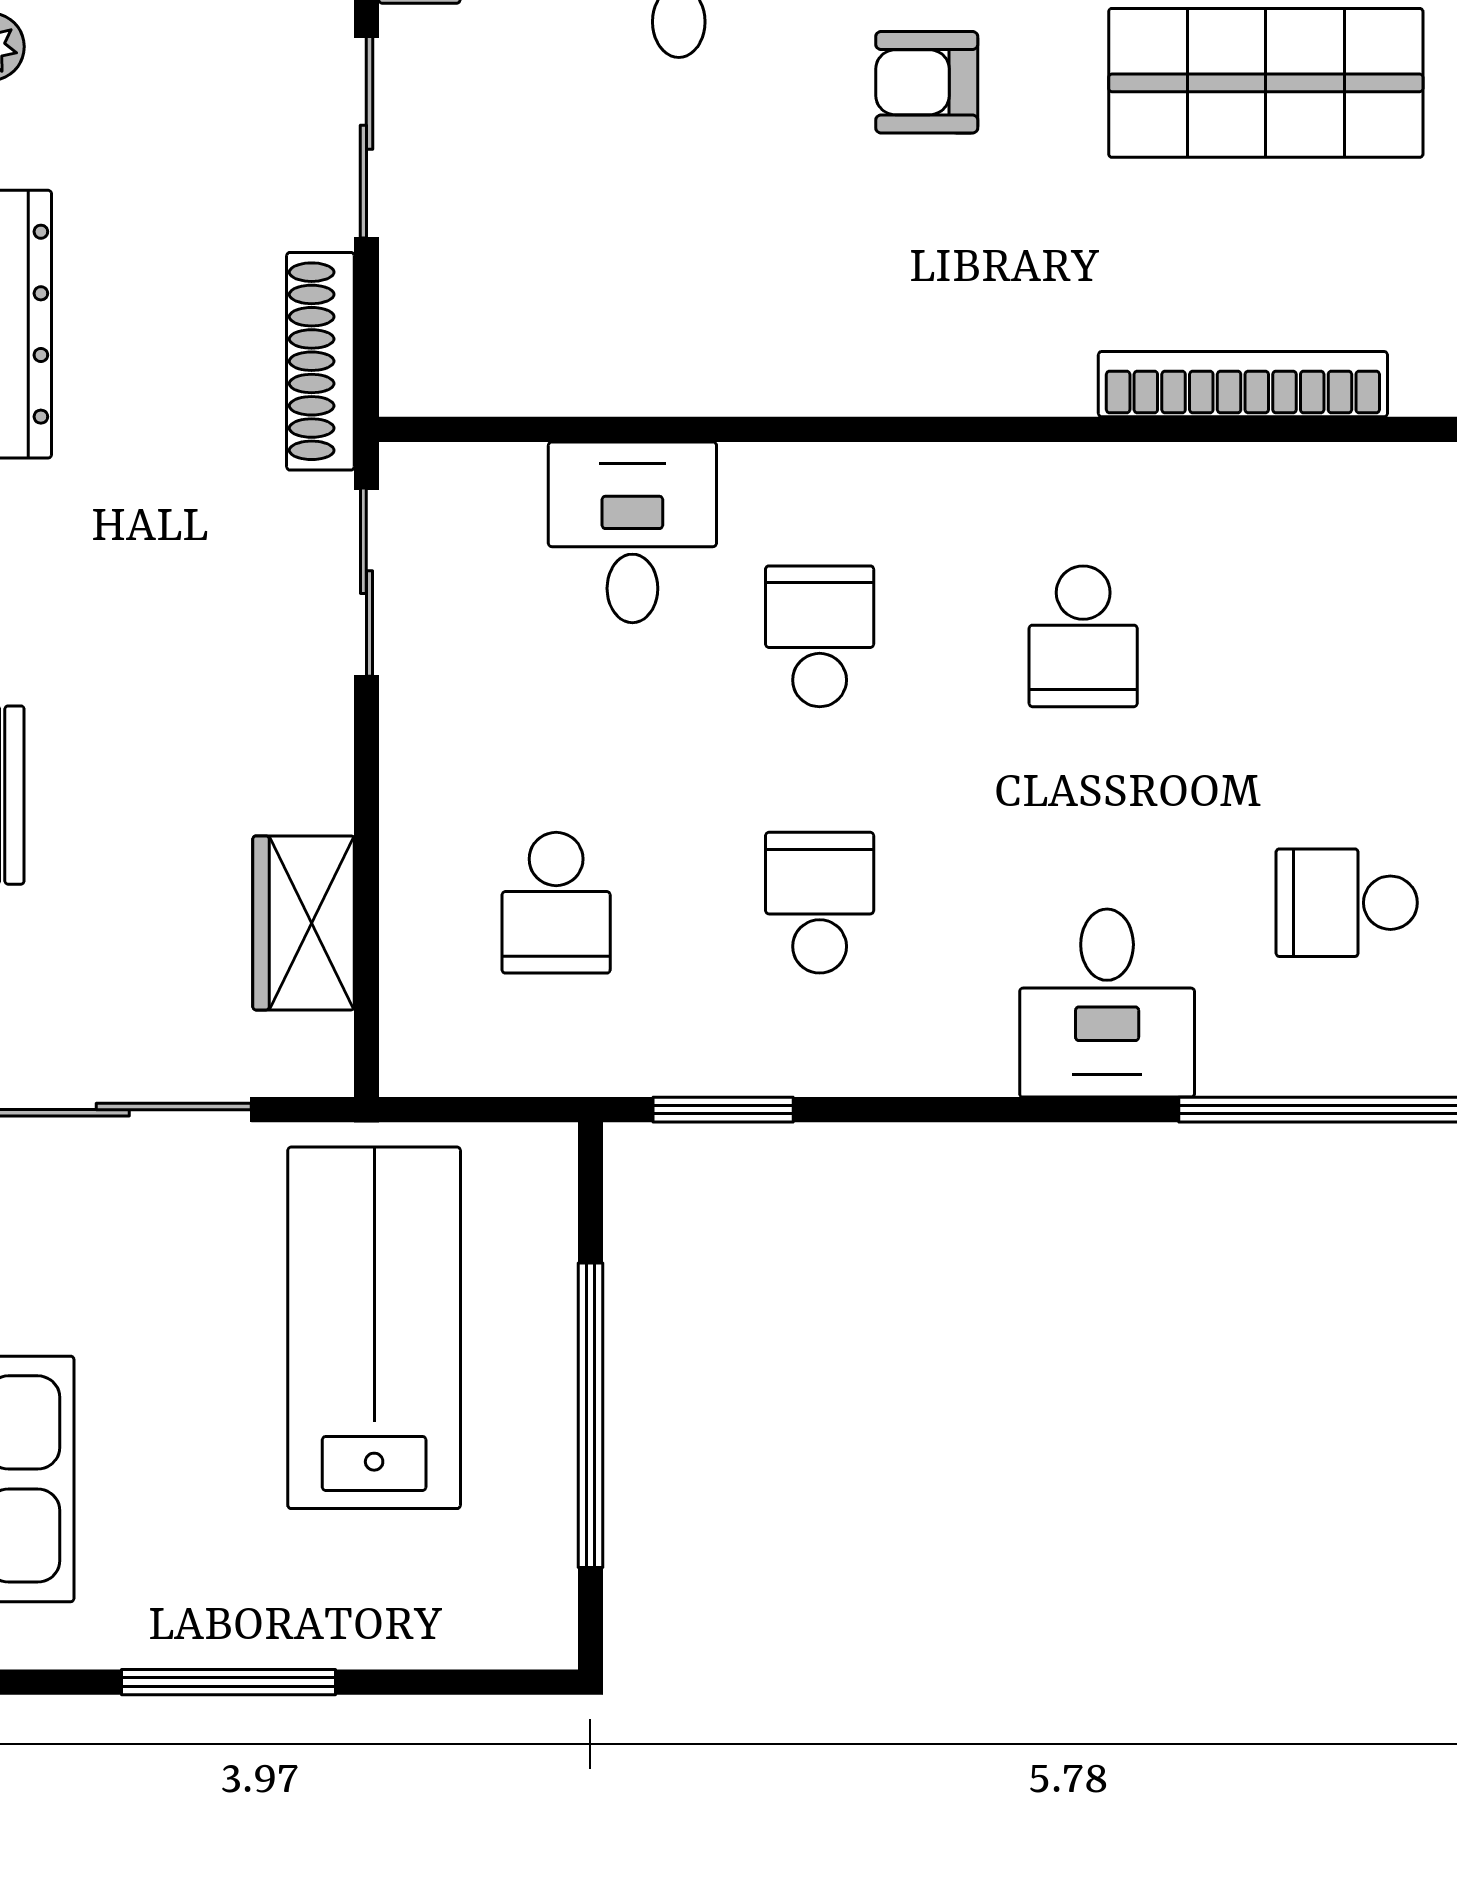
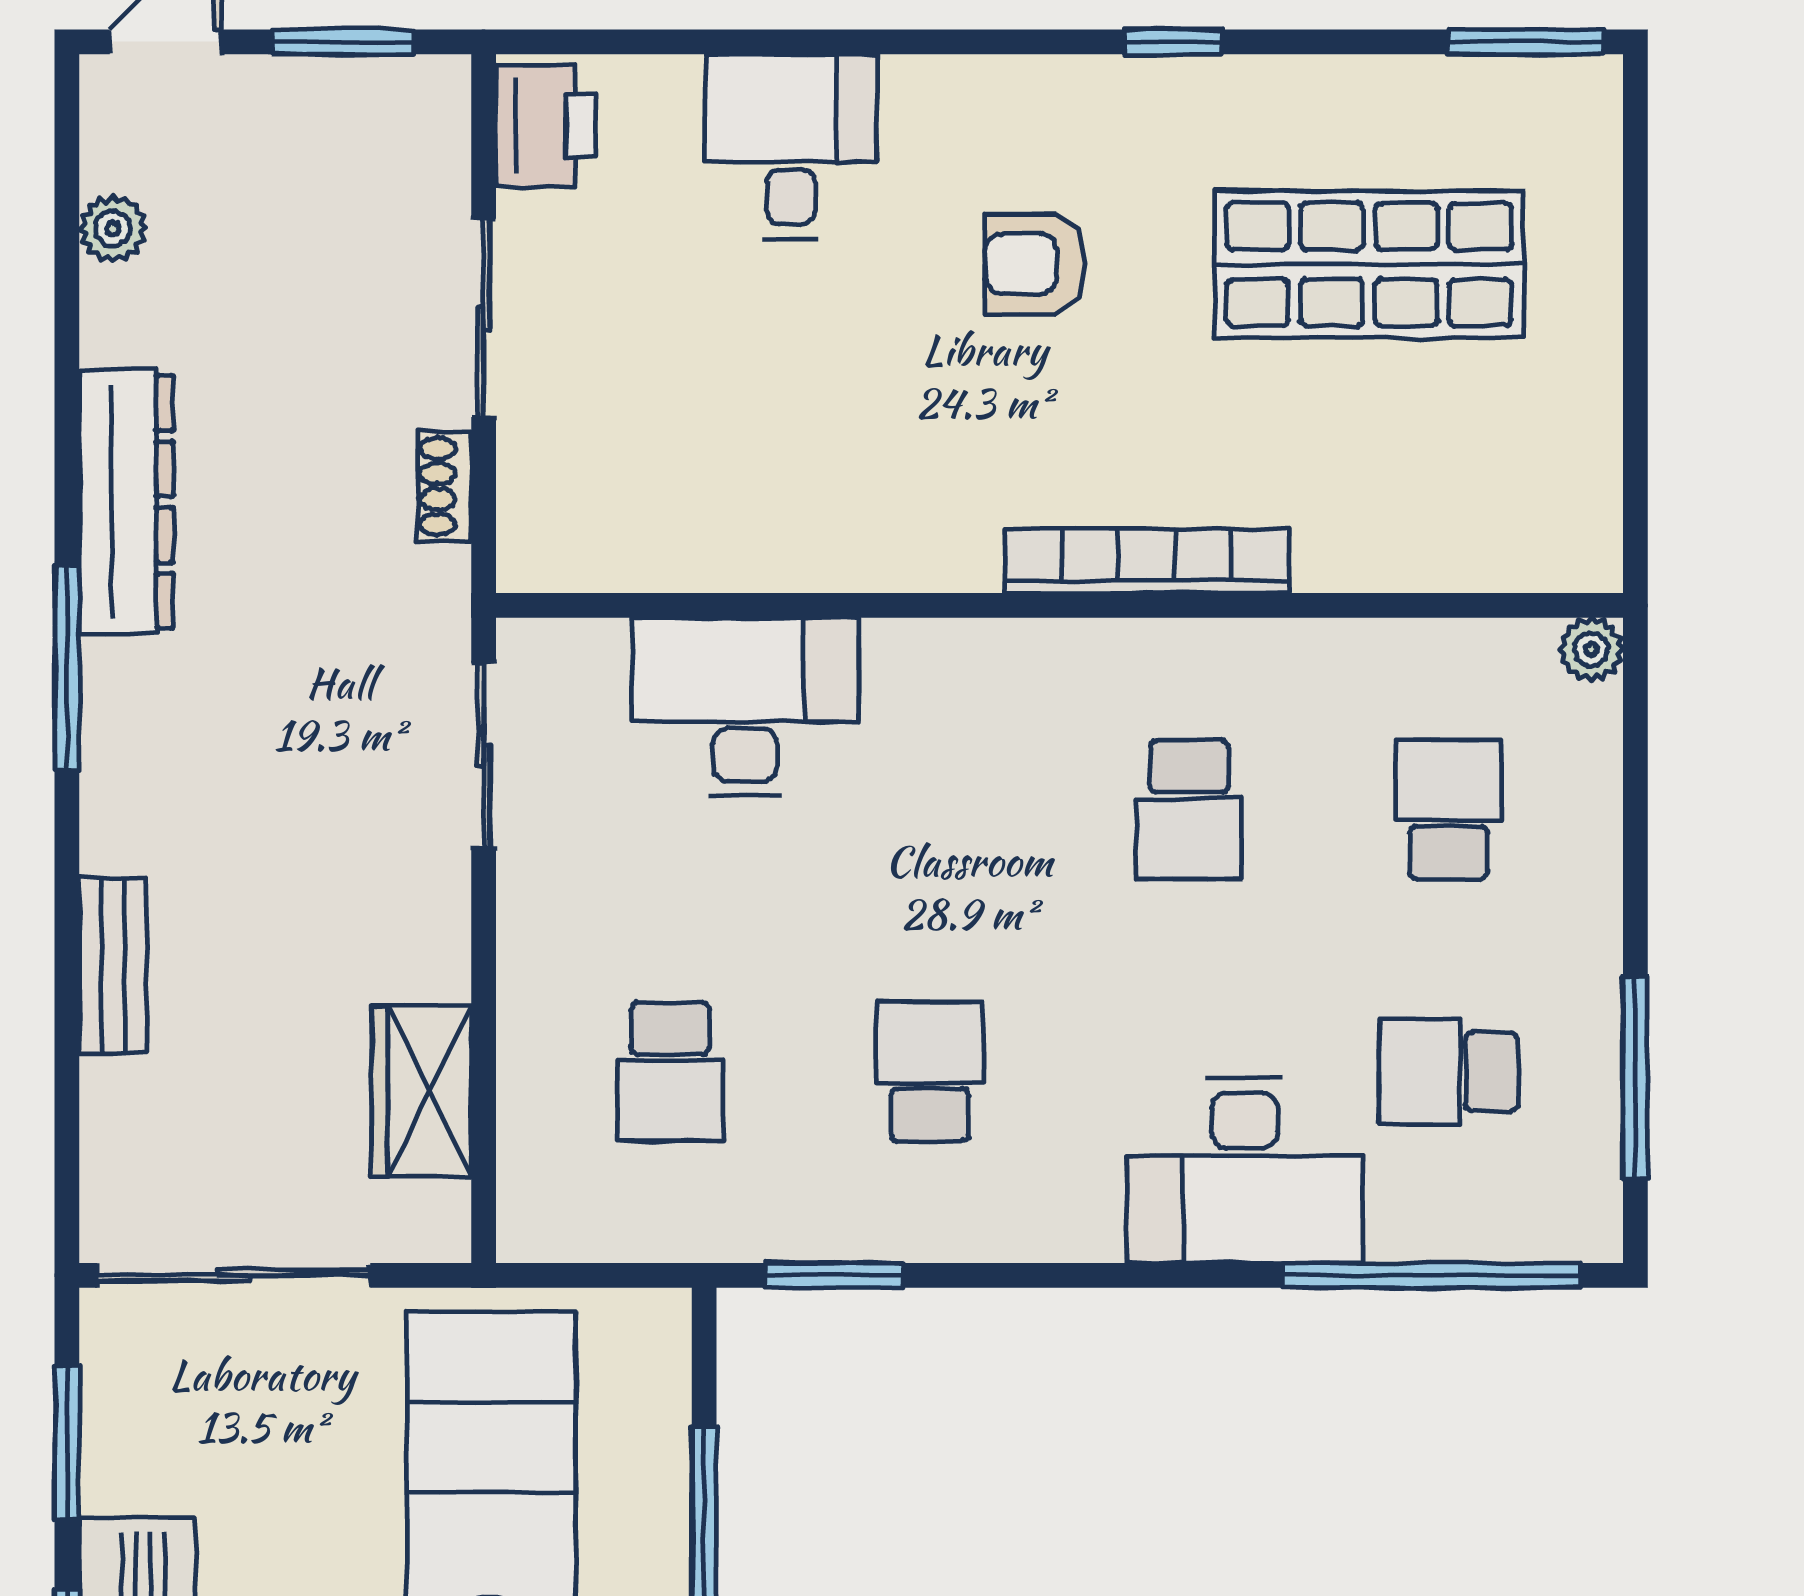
shoe rack: (320, 361) -> (444, 486), width x0.51, depth x0.81
bookcase: (1243, 384) -> (1146, 561), moved
desk: (632, 532) -> (745, 707), width x1.37
school desk: (820, 636) -> (1449, 809), moved
desk: (1107, 1003) -> (1245, 1170), width x1.37

